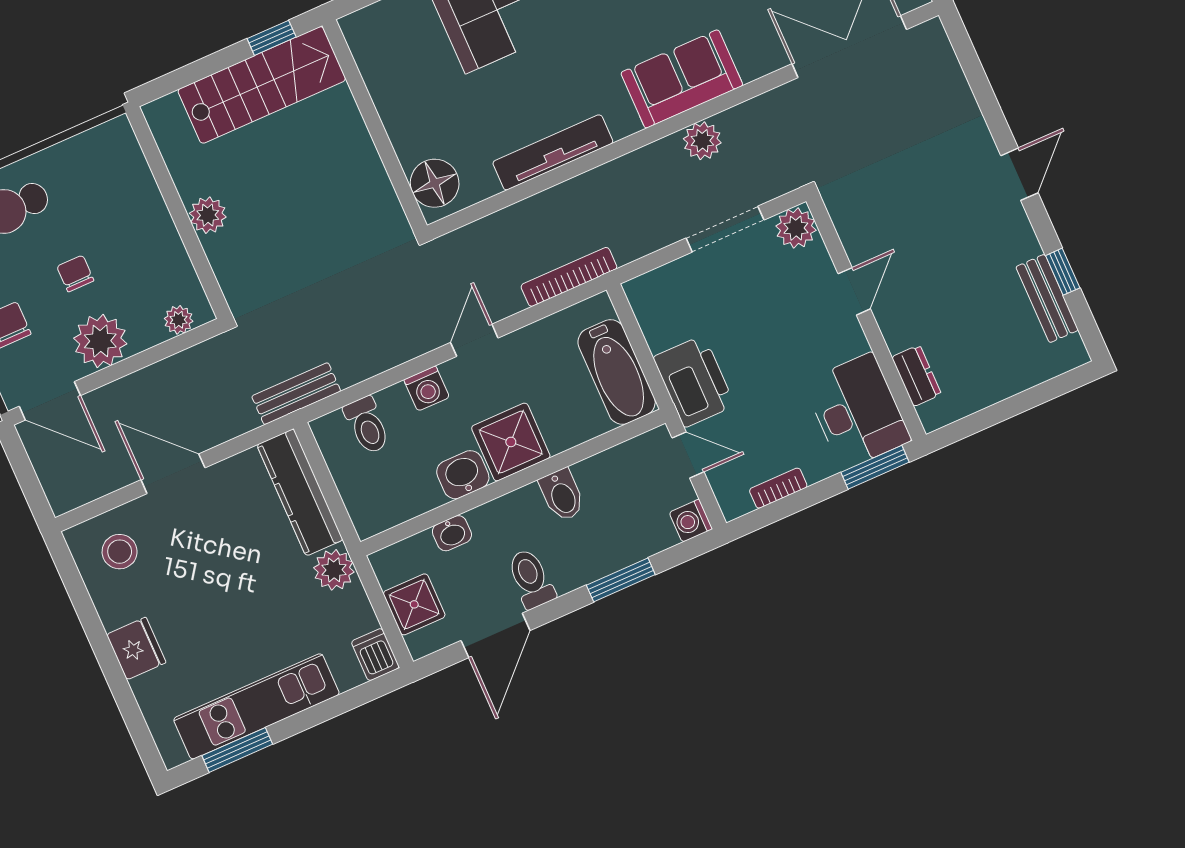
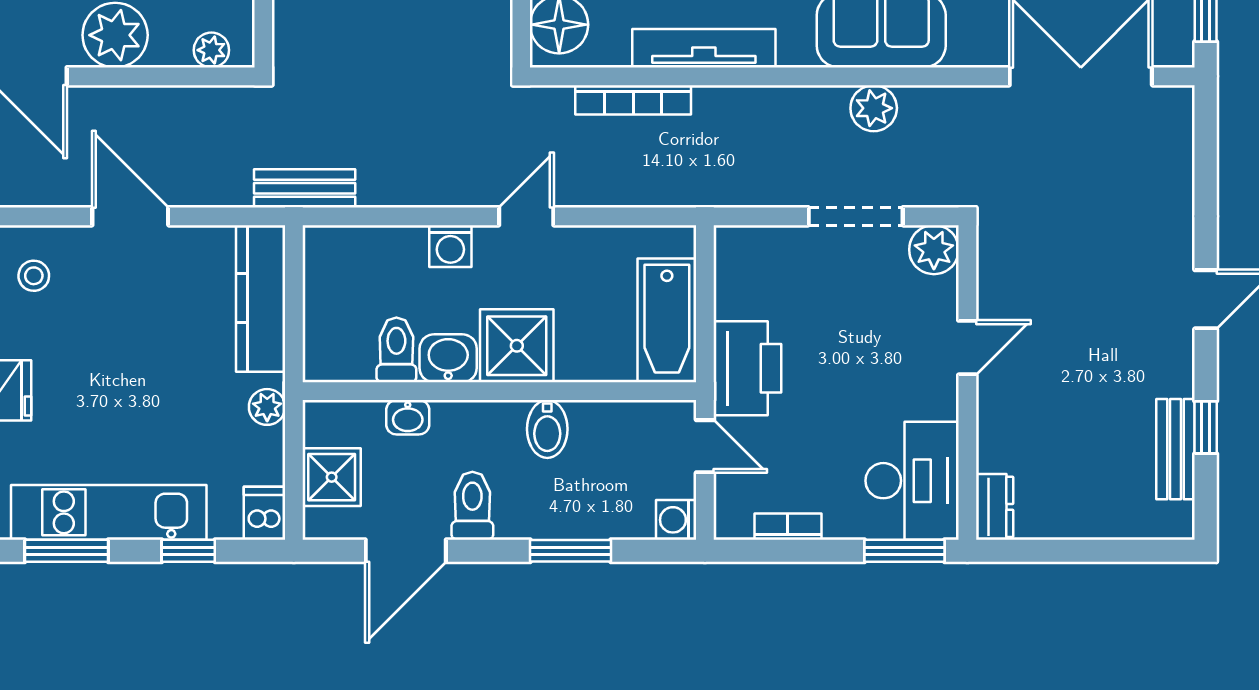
bookcase: (569, 277) -> (633, 100), moved, turned 180
dresser: (917, 376) -> (995, 507), moved
toilet: (367, 425) -> (396, 350), moved, turned 180
stool: (120, 552) -> (34, 276), width x0.73, depth x0.73
plant: (334, 570) -> (267, 407), width x0.73, depth x0.73
window: (330, 709) -> (188, 551), added

